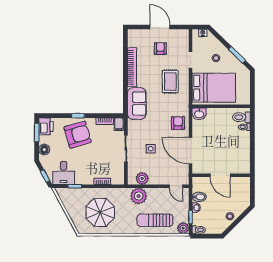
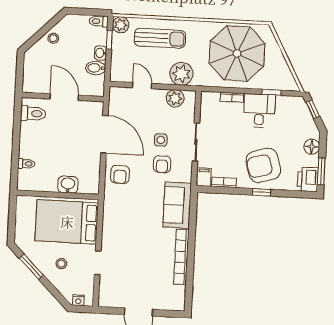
armchair: (160, 49) -> (162, 164), moved
rug: (170, 82) -> (128, 234), removed
washbasin: (199, 114) -> (68, 185), moved
toilet: (241, 117) -> (33, 113), moved
desk: (64, 173) -> (259, 111), moved
door: (176, 186) -> (142, 86), moved
parasol: (100, 212) -> (237, 53), width x1.36, depth x1.36

